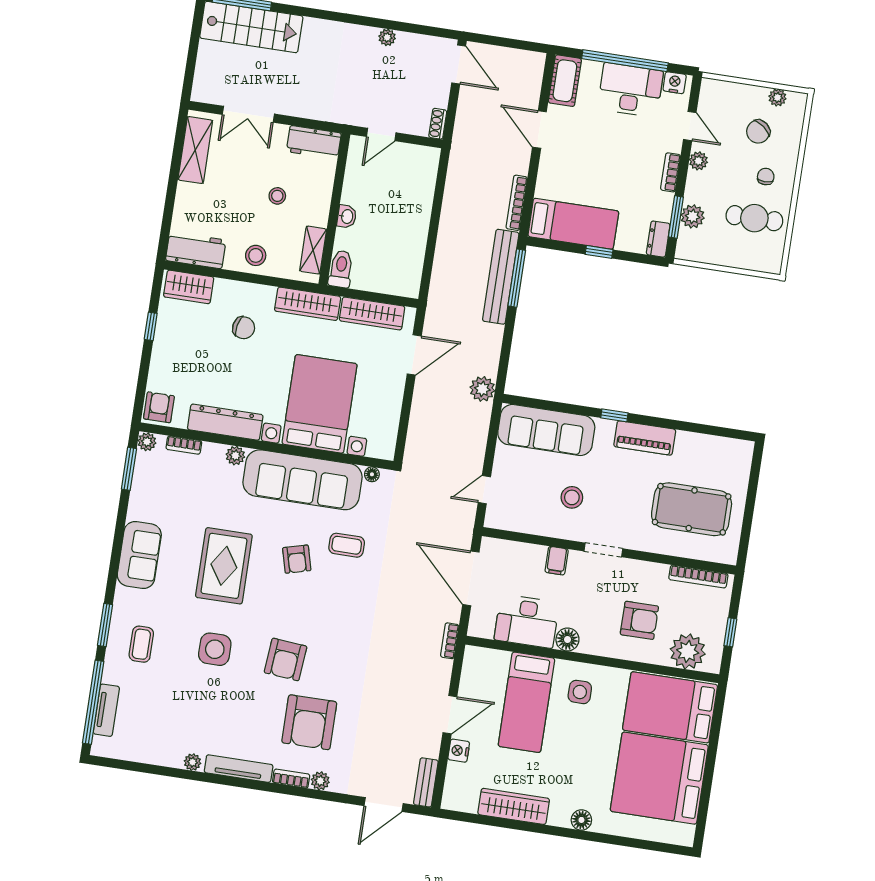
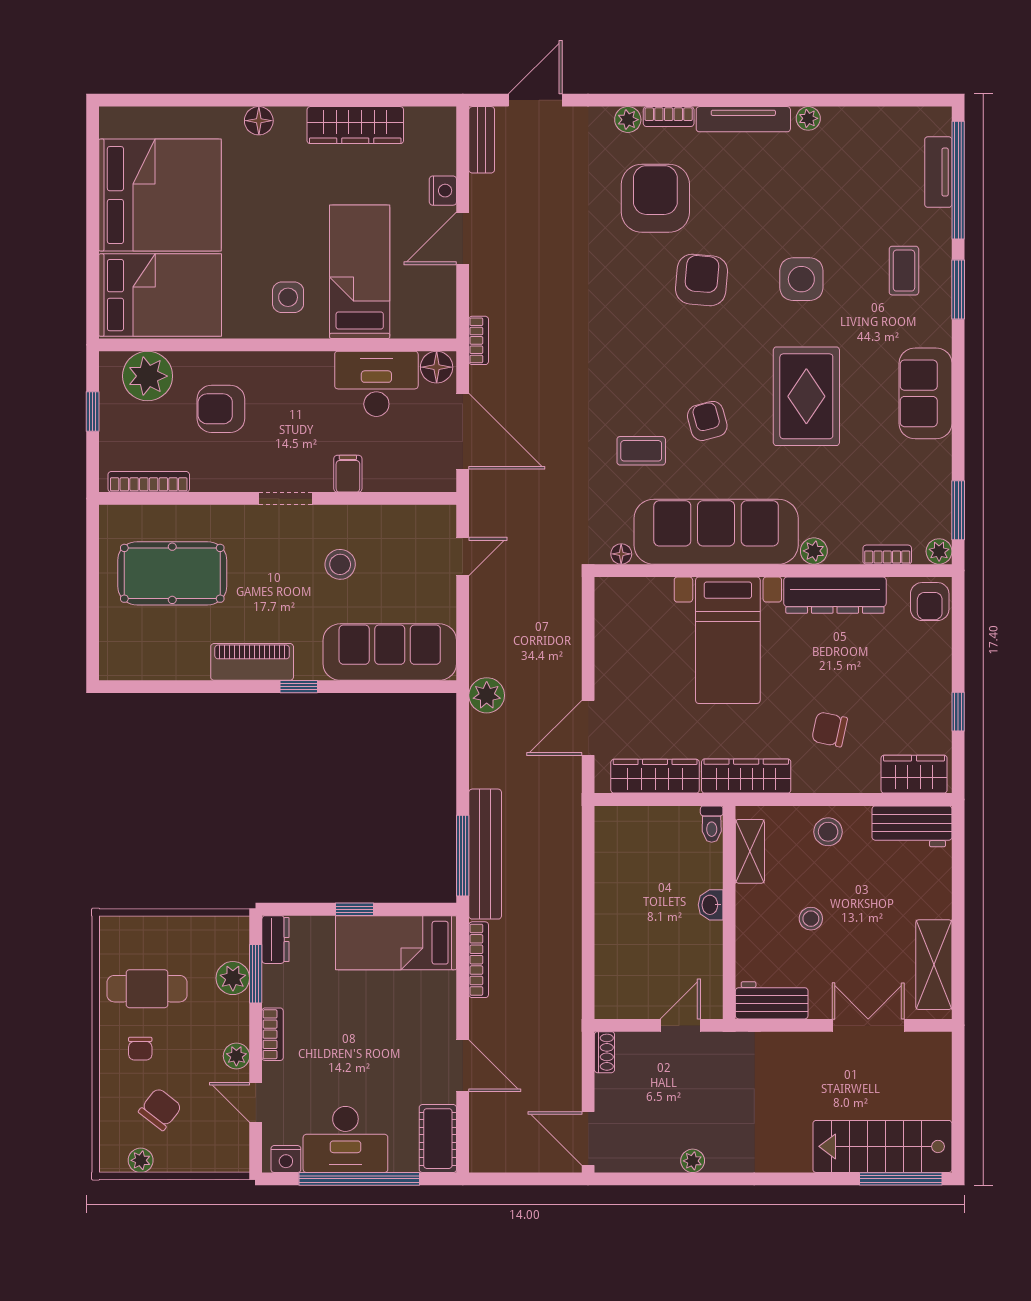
toilet: (341, 269) -> (712, 824), width x0.73, depth x0.72
bed with nightstands: (320, 404) -> (728, 640), width x0.73
floor lamp: (567, 639) -> (437, 367), moved

